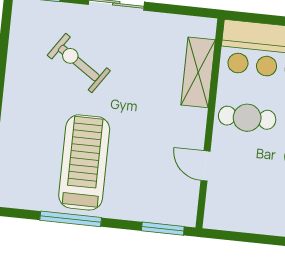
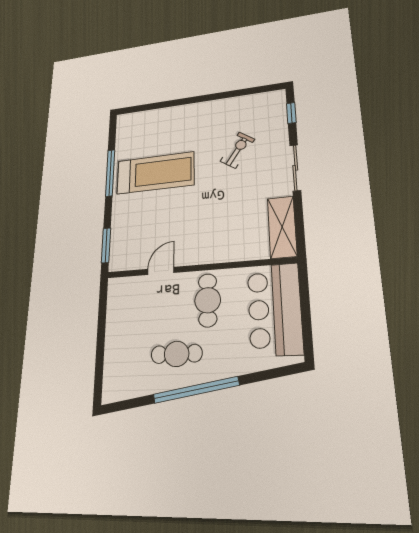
exercise bike: (79, 63) -> (237, 150), width x0.73, depth x0.72
shelving: (198, 72) -> (282, 227), moved, turned 90

